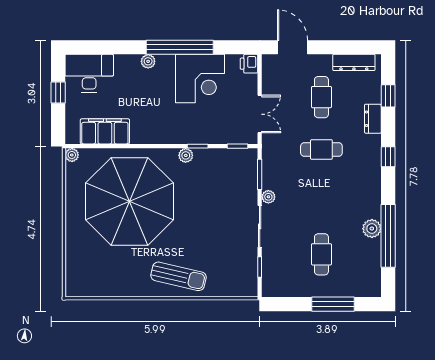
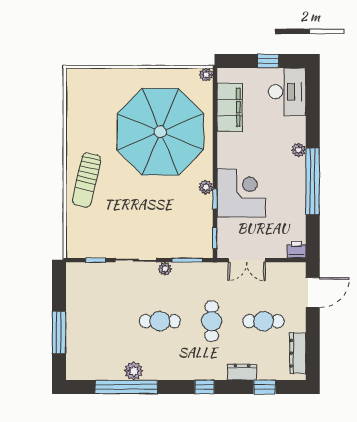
corner desk: (200, 79) -> (241, 193), moved, turned 180
cafe table: (321, 254) -> (160, 321), moved

